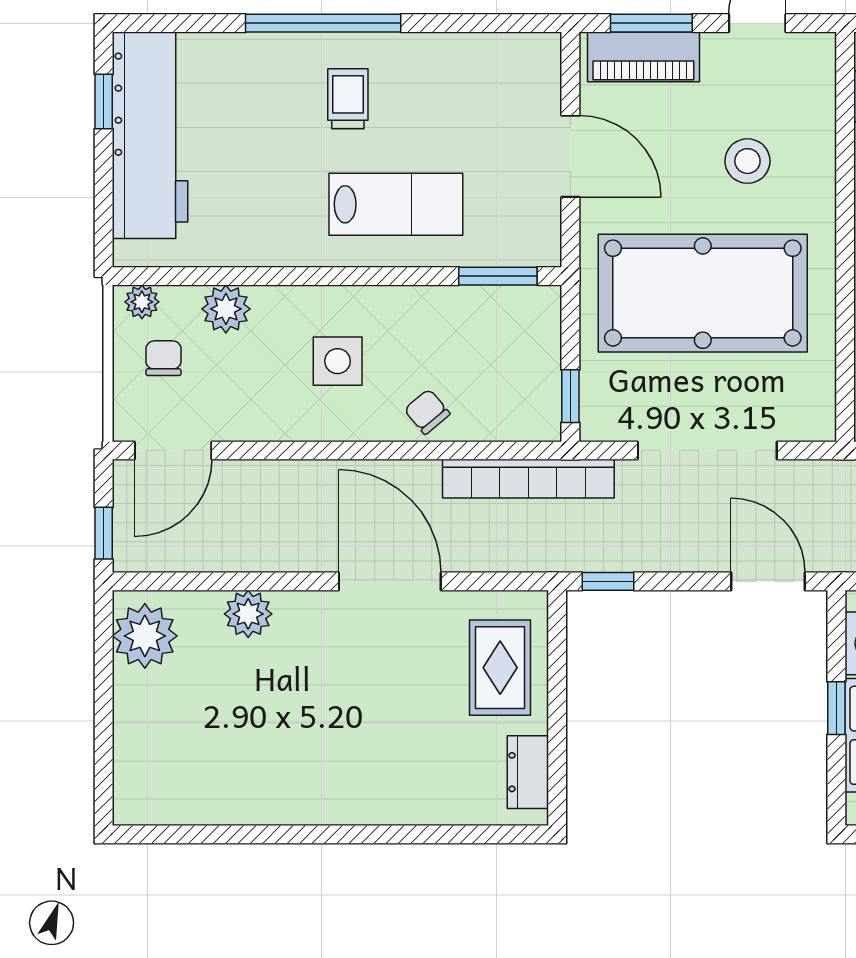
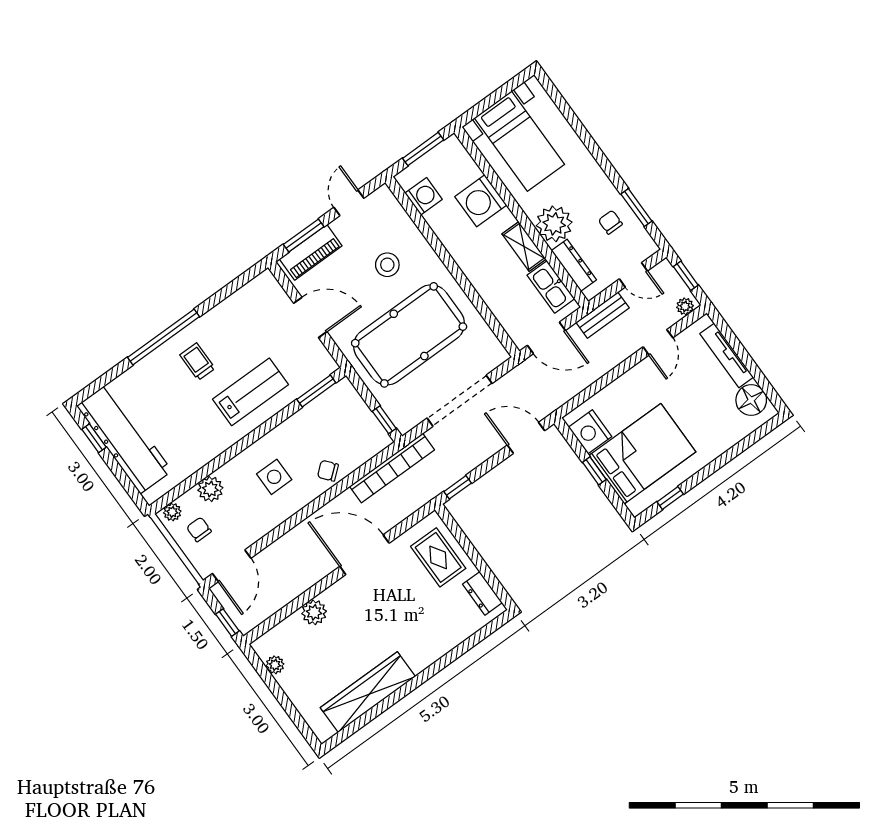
plant: (145, 636) -> (275, 665), width x0.53, depth x0.53
wardrobe: (242, 796) -> (368, 692), added

